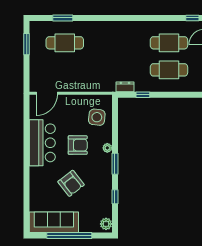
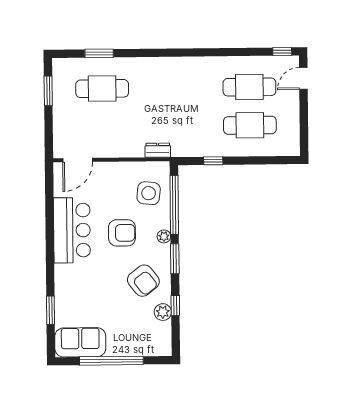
dresser: (125, 87) -> (158, 150), moved
window: (115, 126) -> (174, 205), added
armchair: (71, 183) -> (143, 281), moved
window: (27, 199) -> (51, 310), added
sofa: (54, 222) -> (80, 342), width x0.73
plant: (106, 224) -> (163, 312), moved

